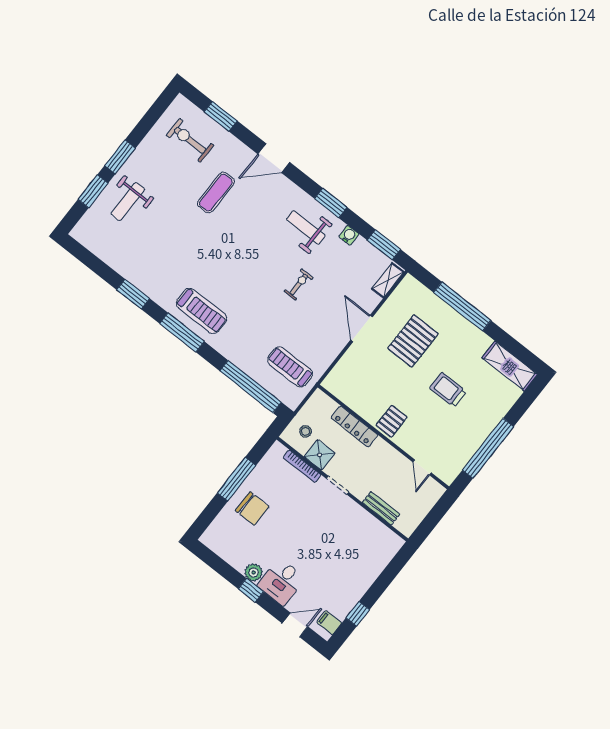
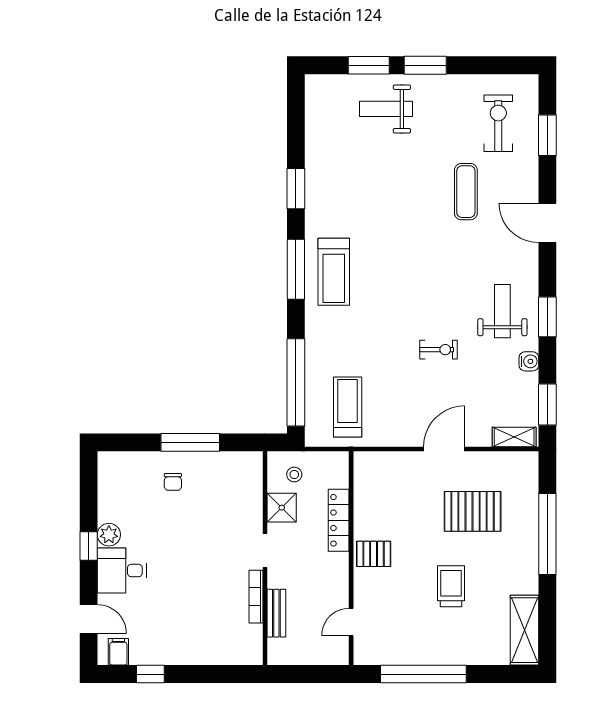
exercise mat: (216, 193) -> (466, 192), turned 90
bookcase: (302, 466) -> (256, 597), moved
chair: (252, 509) -> (173, 482), width x0.54, depth x0.54

